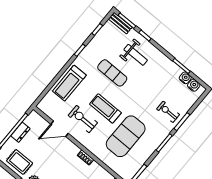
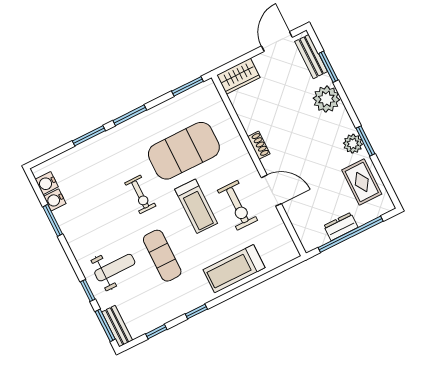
weight bench: (136, 55) -> (115, 268), turned 90
treadmill: (69, 83) -> (234, 269), turned 180
exercise bike: (168, 112) -> (140, 194), moved
door: (60, 129) -> (271, 191), moved

